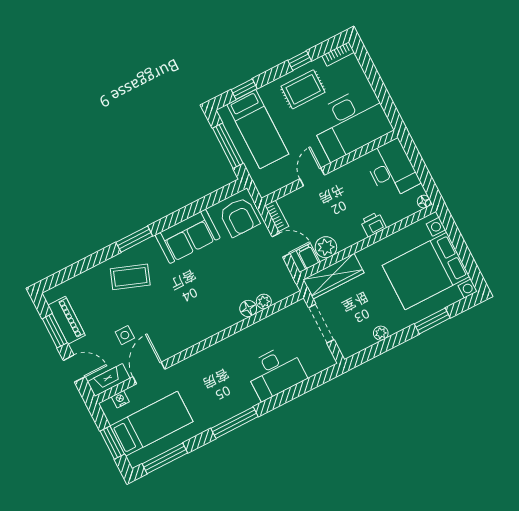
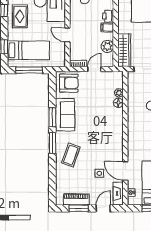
window: (174, 219) -> (52, 117), added
filing cabinet: (308, 256) -> (107, 27), moved

